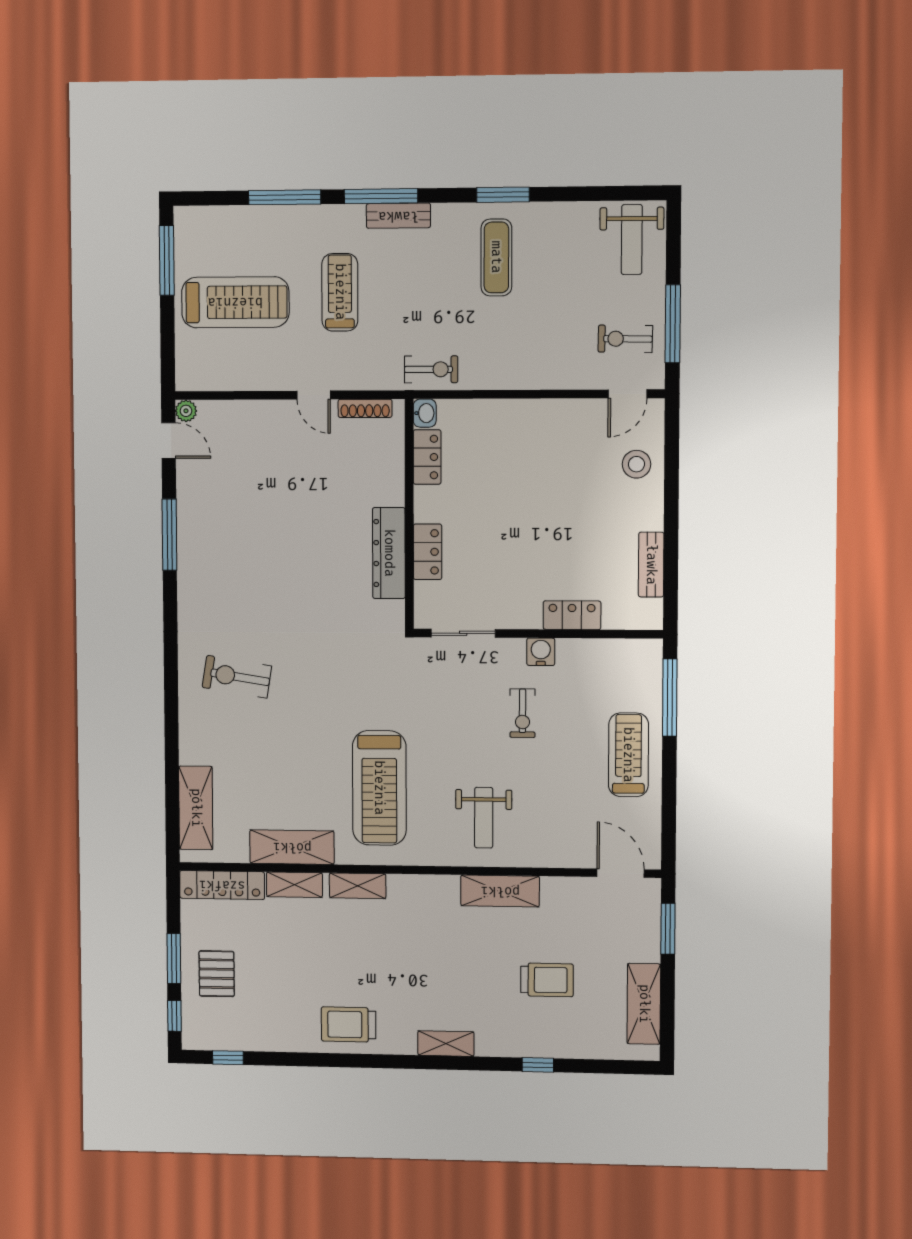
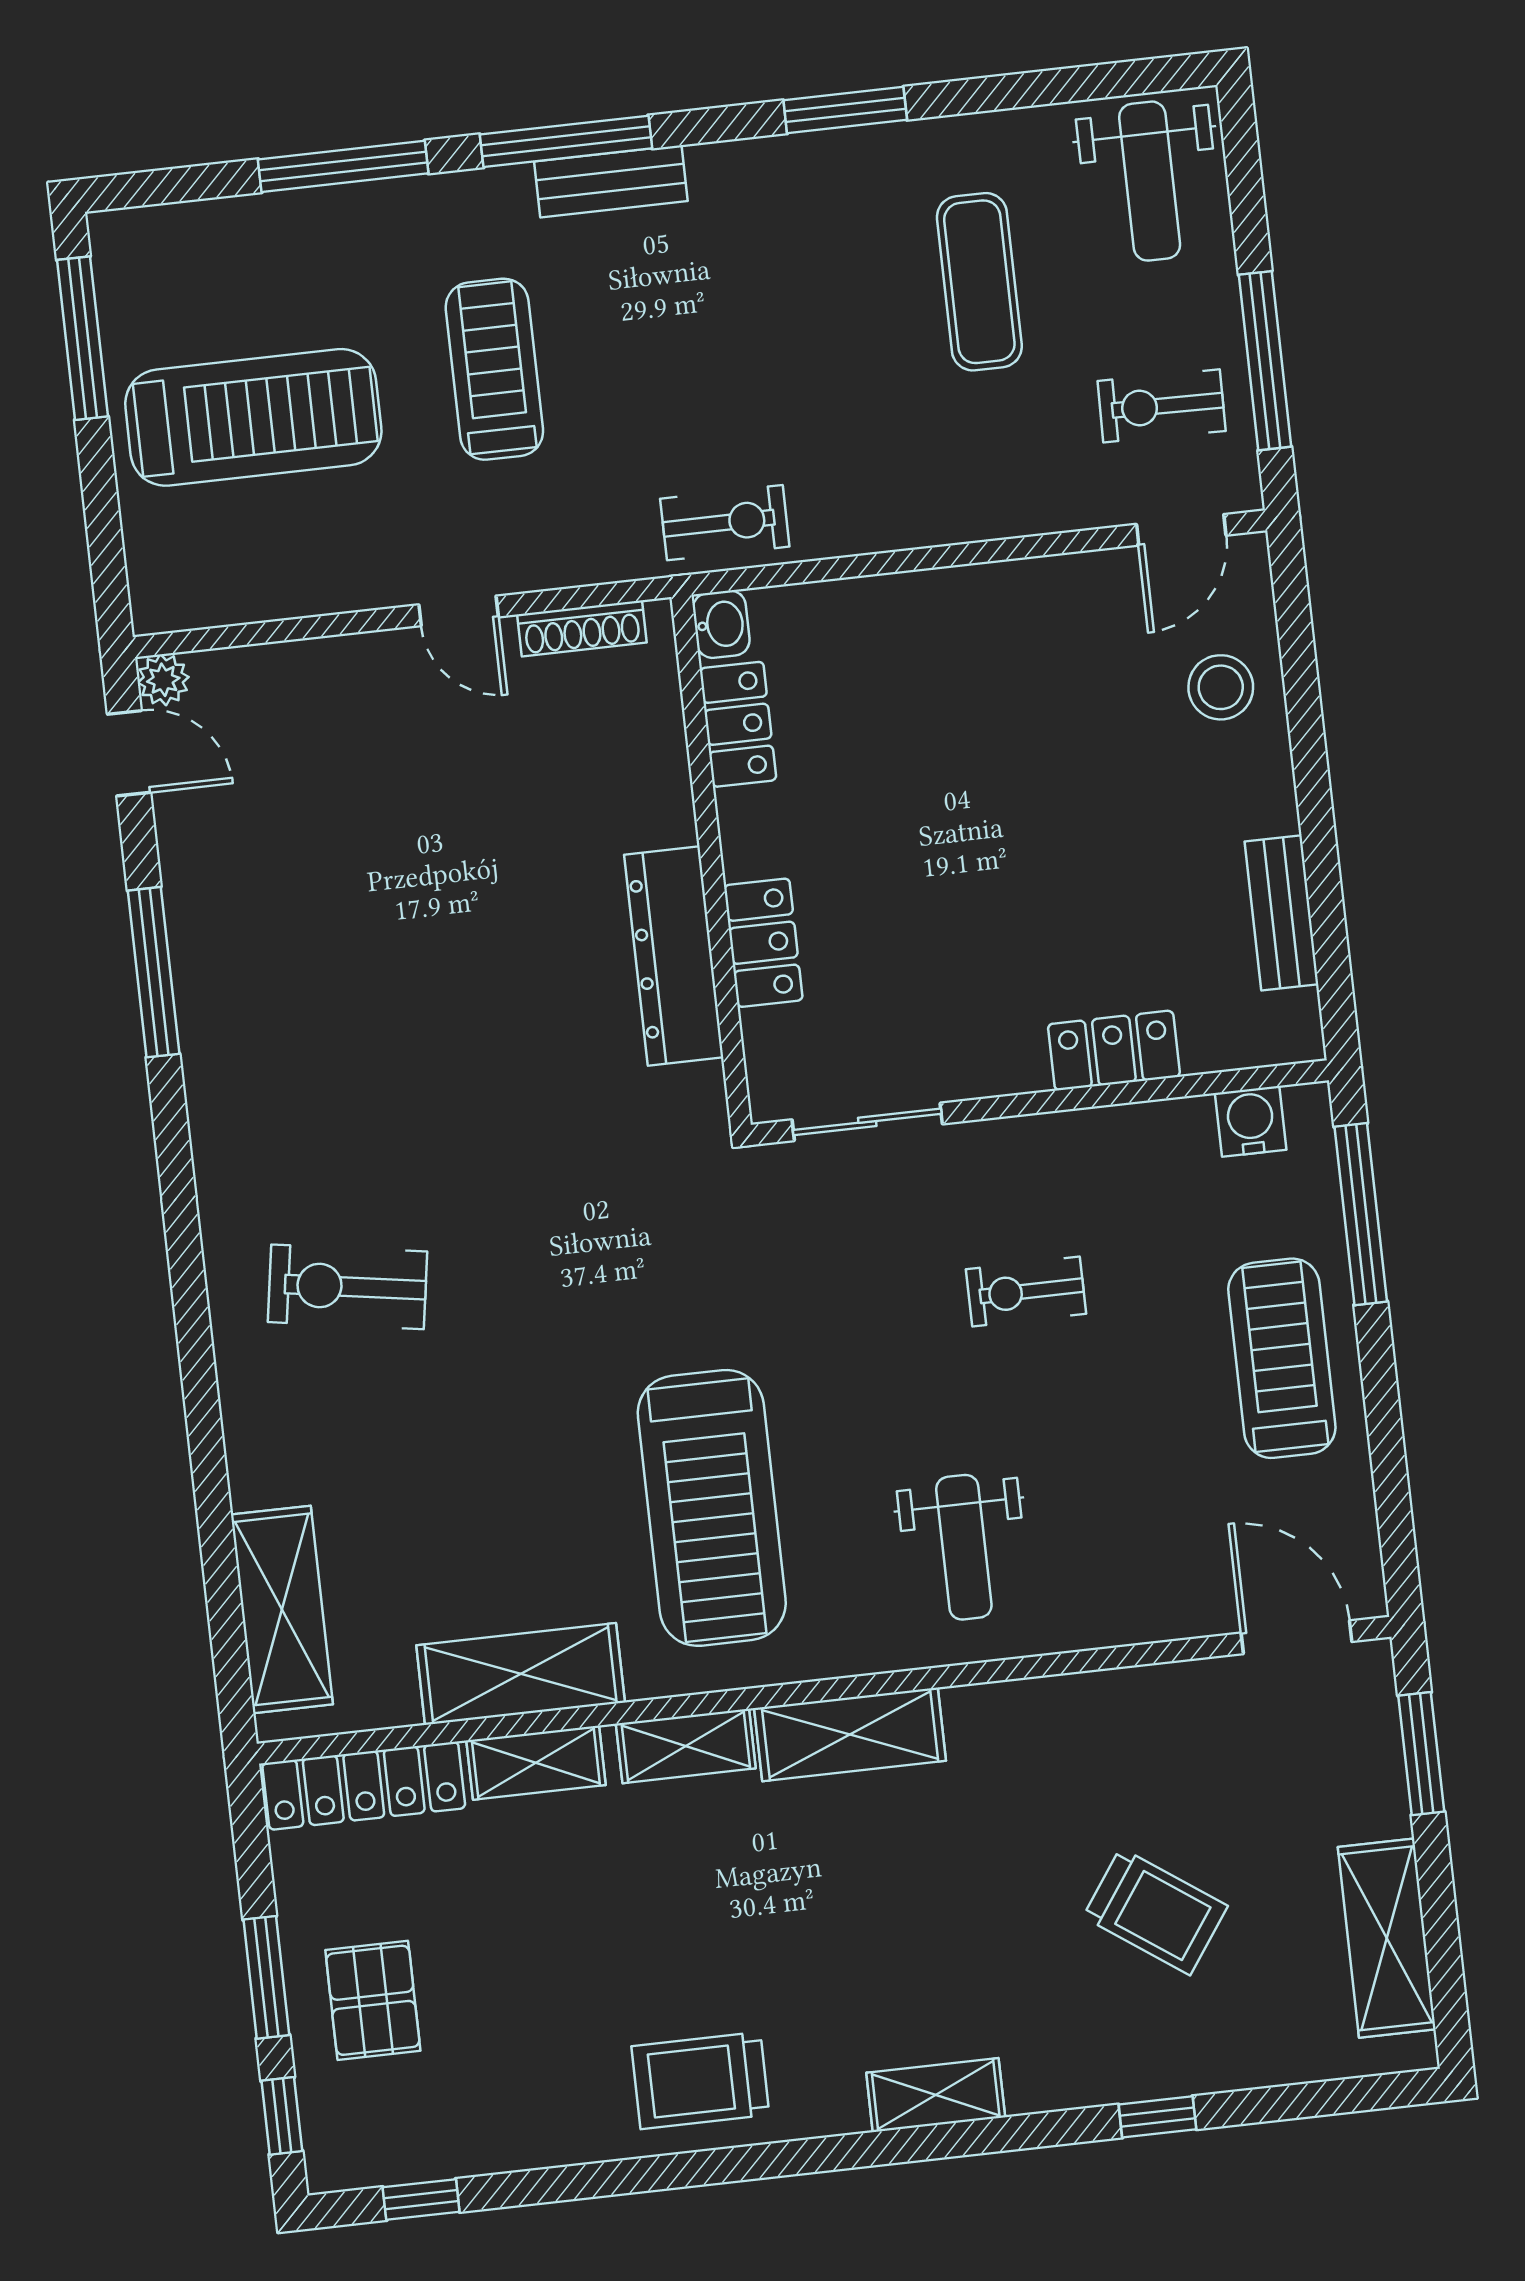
exercise mat: (496, 257) -> (979, 282), moved
water cooler: (541, 652) -> (1251, 1121), moved
exercise bike: (523, 713) -> (1026, 1291), turned 90
shelving: (500, 891) -> (850, 1734), moved
trolley: (547, 980) -> (1155, 1911), turned 35

